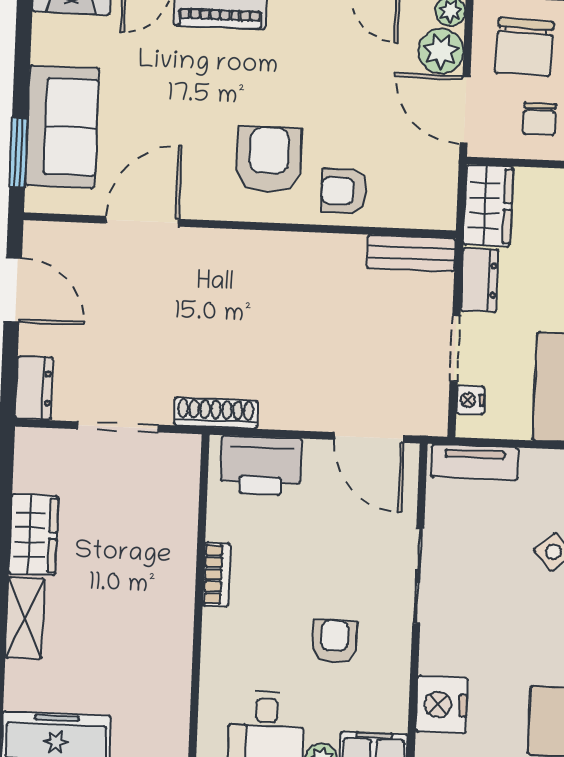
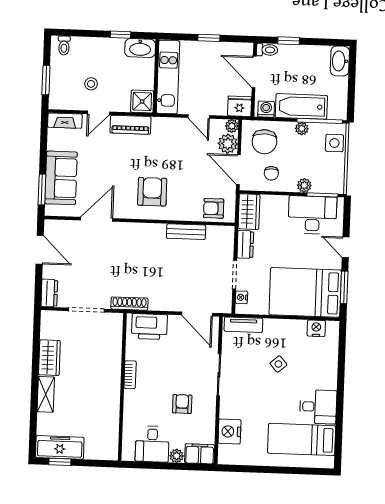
armchair: (344, 191) -> (214, 208), moved
bench: (411, 253) -> (186, 232), moved

